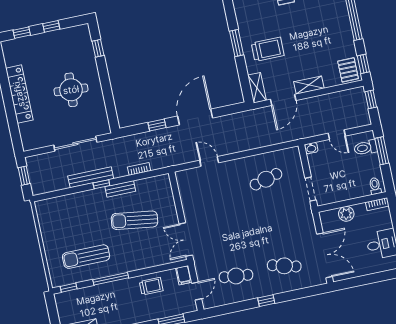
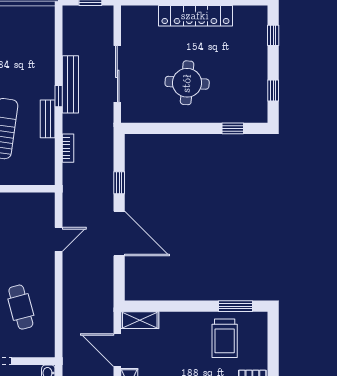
window: (51, 26) -> (273, 90), moved
window: (237, 43) -> (236, 306), moved
trolley: (268, 49) -> (225, 338), moved

